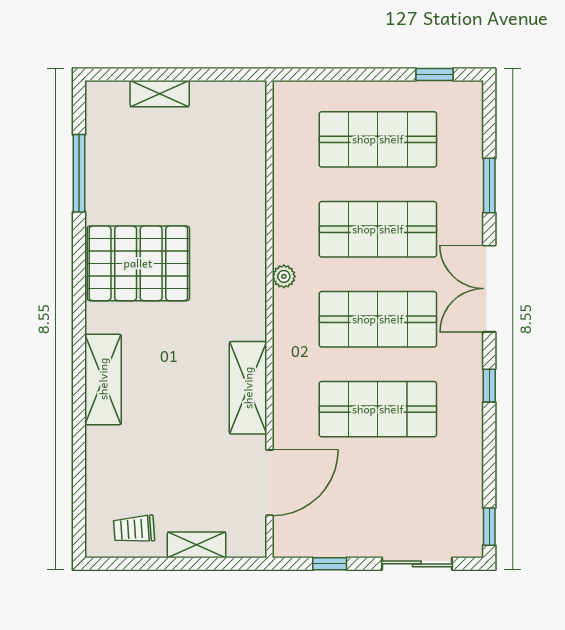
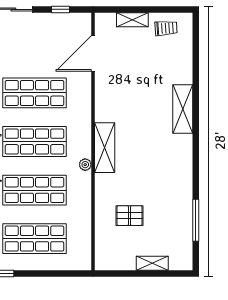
pallet: (138, 263) -> (129, 216), moved, width x0.49, depth x0.50
shelving: (248, 388) -> (105, 148), moved

